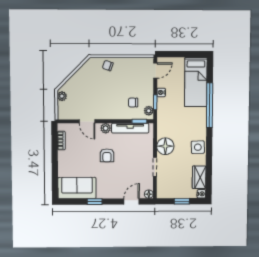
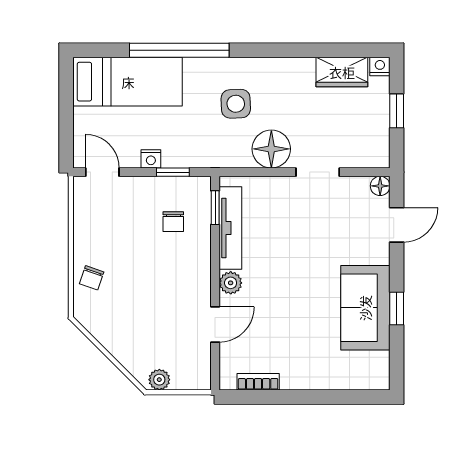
plant: (149, 111) -> (192, 187), removed
side table: (198, 147) -> (236, 104), moved
armchair: (107, 155) -> (291, 280), removed
sofa: (77, 188) -> (365, 308), moved
door: (132, 201) -> (397, 225), swing flipped

